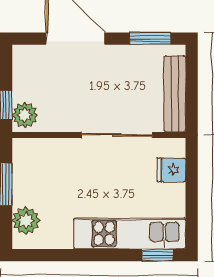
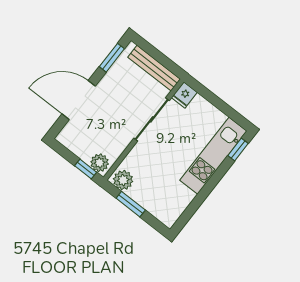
fridge: (171, 170) -> (184, 95), moved
plant: (26, 221) -> (123, 180), moved

